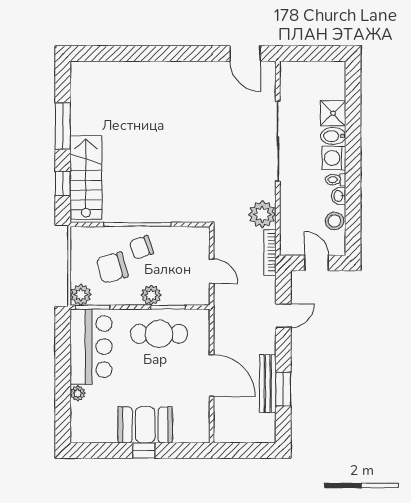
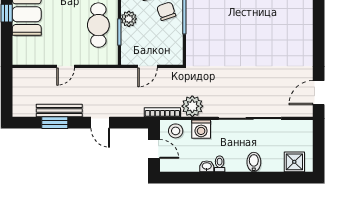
shower: (333, 113) -> (294, 162), moved
washing machine: (334, 158) -> (201, 129), moved, turned 180
stool: (334, 221) -> (176, 131), moved
door: (317, 263) -> (154, 149), hinge flipped
door: (283, 316) -> (100, 123), moved
door: (212, 375) -> (66, 66), width x0.53

